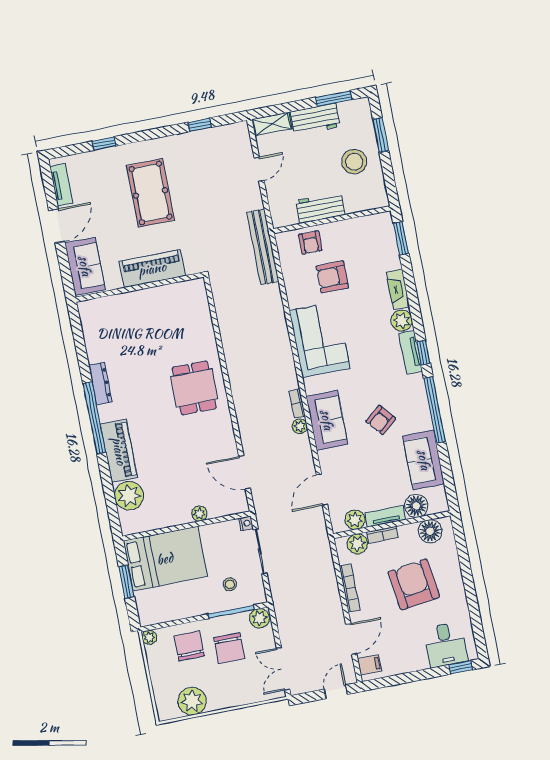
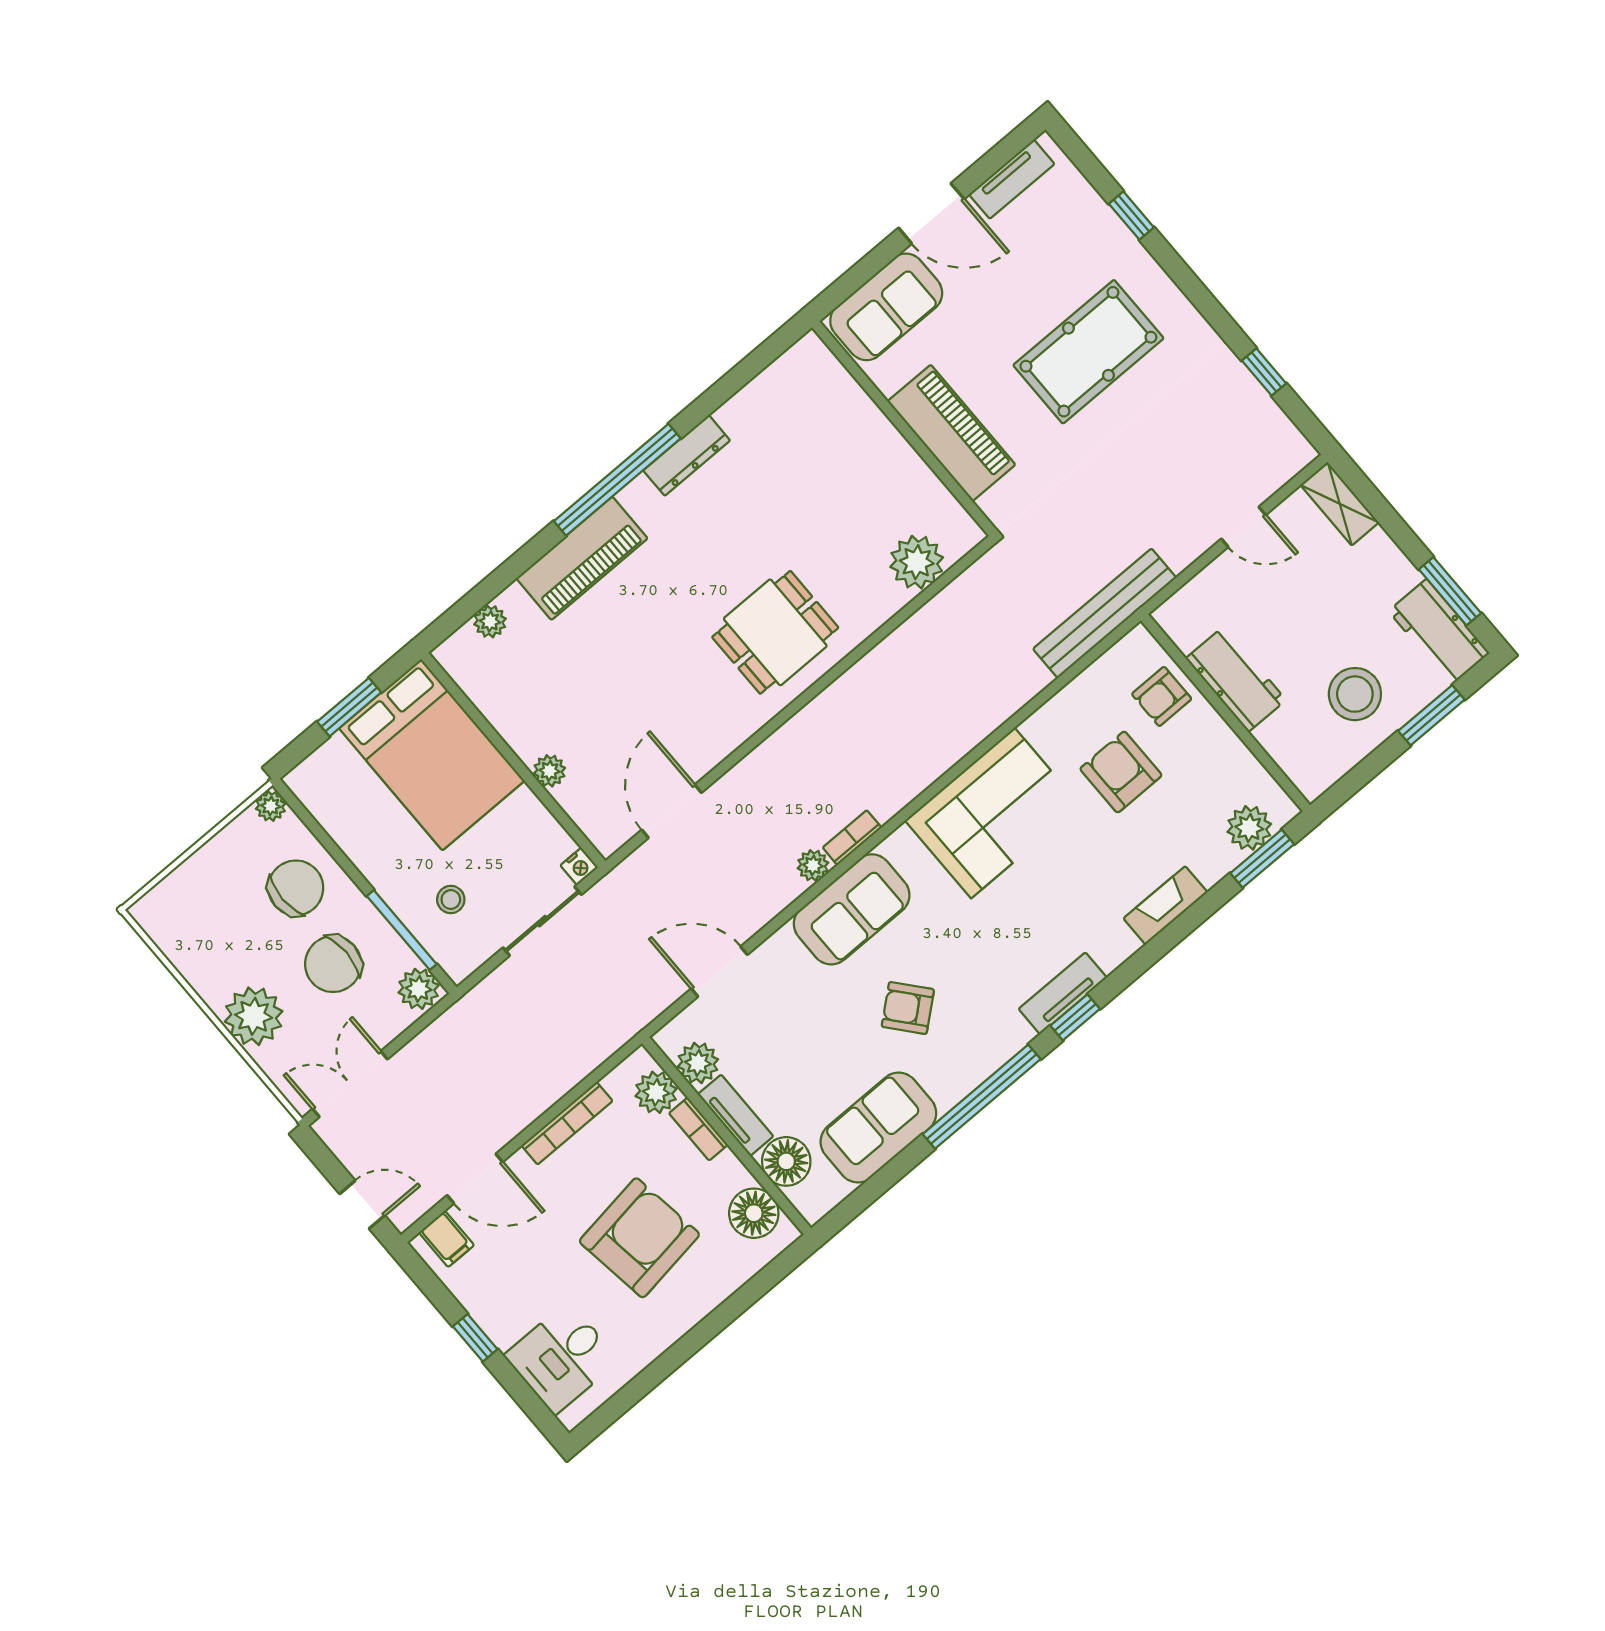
workbench: (315, 119) -> (1439, 632), moved
plant: (198, 313) -> (917, 562), added
plant: (402, 321) -> (1249, 828), moved
plant: (129, 496) -> (490, 621), width x0.53, depth x0.53
window: (461, 667) -> (475, 1338), moved
plant: (192, 701) -> (254, 1016), moved

